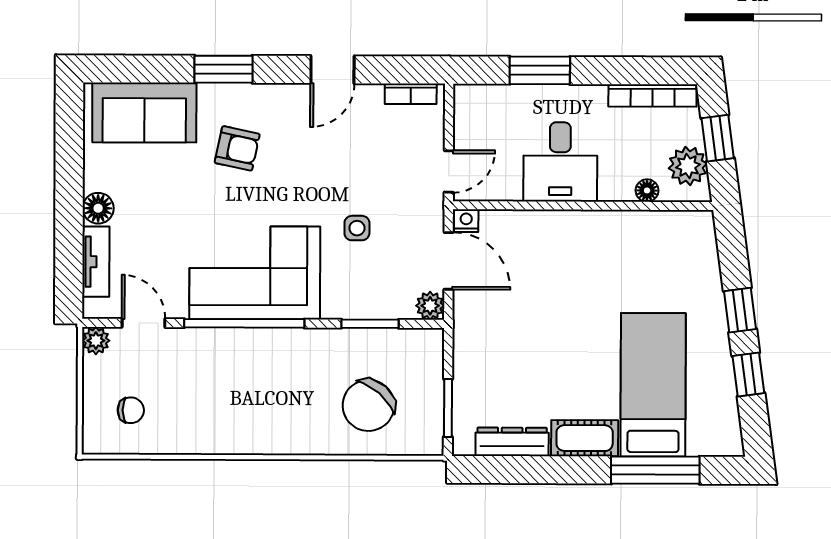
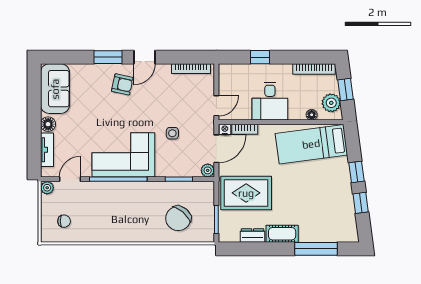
door: (332, 70) -> (145, 57), moved
window: (540, 70) -> (260, 57), width x0.67
bookcase: (411, 94) -> (191, 69), width x1.56
sofa: (144, 113) -> (55, 89), moved, turned -90
armchair: (237, 148) -> (122, 84), moved
bookcase: (508, 220) -> (245, 129), added
door: (449, 261) -> (216, 149), hinge flipped
door: (144, 323) -> (70, 179), hinge flipped
rug: (510, 353) -> (246, 193), added
bed: (653, 385) -> (311, 144), moved, turned -98
dresser: (512, 442) -> (253, 236), width x0.70

